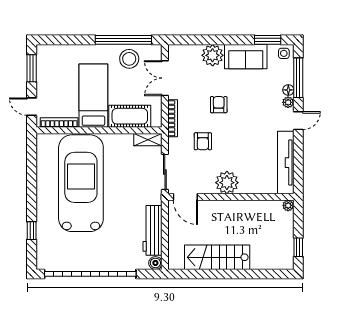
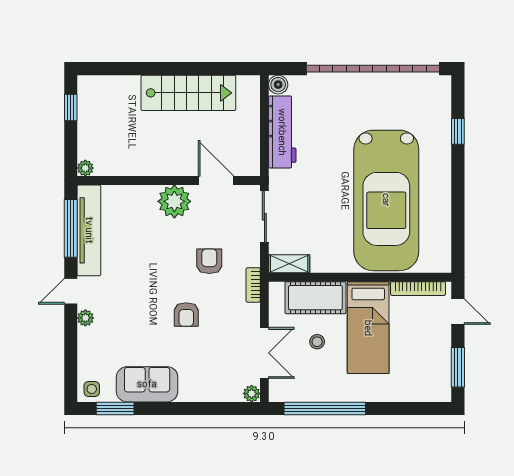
plant: (213, 55) -> (252, 394), moved, width x0.53, depth x0.53
stool: (129, 59) -> (317, 342), moved, width x0.53, depth x0.53
window: (298, 78) -> (71, 228), moved
floor lamp: (288, 90) -> (85, 336), removed
bookcase: (173, 118) -> (253, 285), width x0.64
door: (185, 197) -> (216, 180), moved

